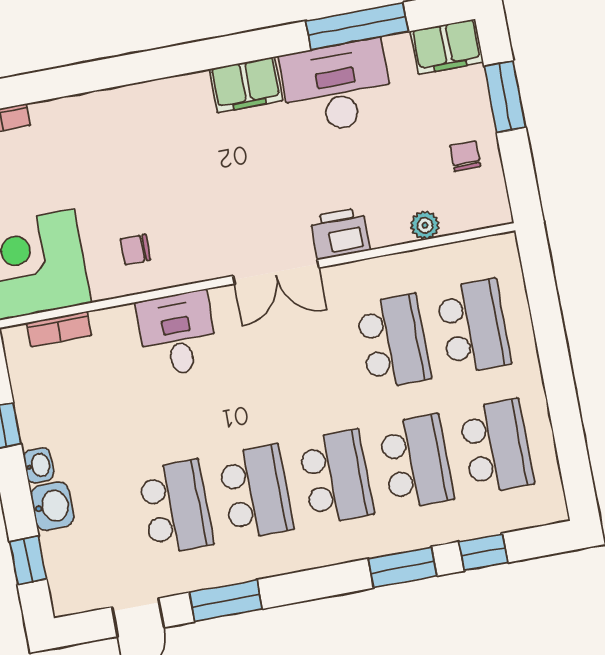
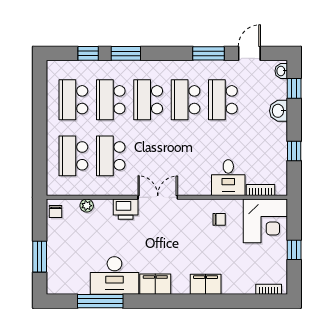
filing cabinet: (447, 47) -> (206, 284), moved
chair: (465, 156) -> (56, 212), moved
desk: (177, 334) -> (228, 178), moved
washbasin: (39, 465) -> (281, 71), moved

